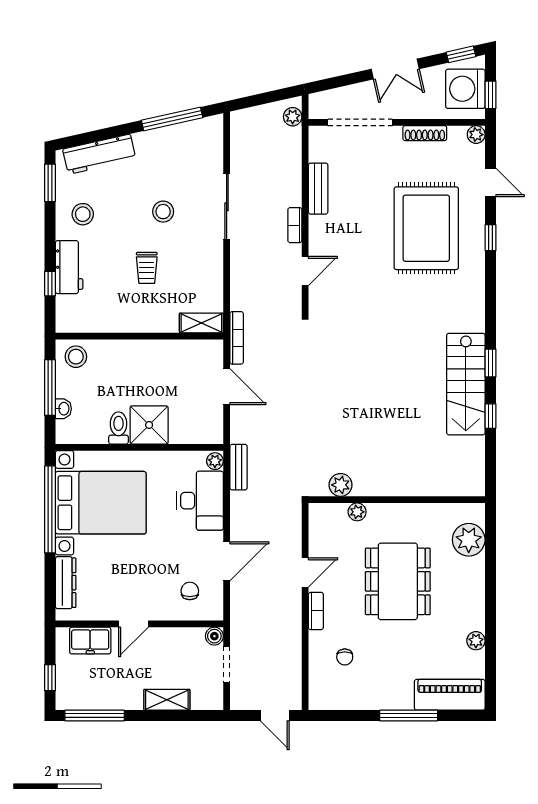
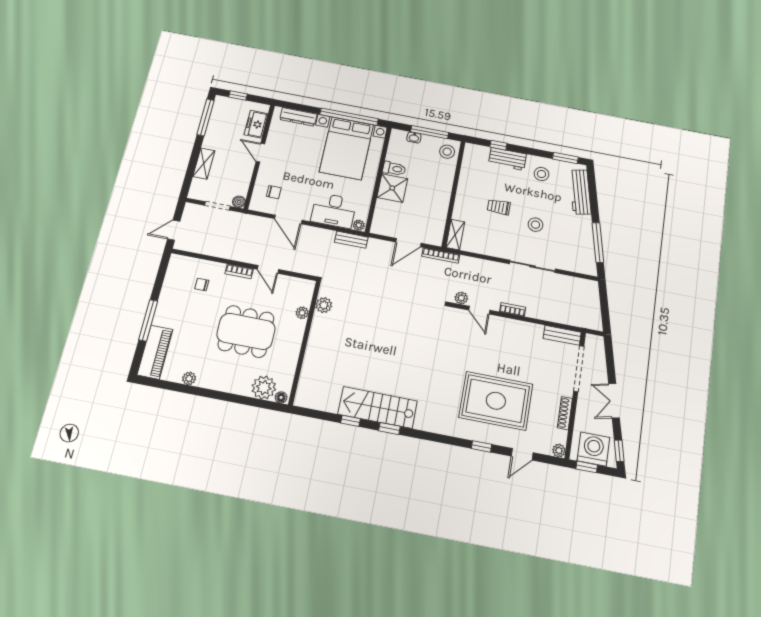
plant: (293, 117) -> (461, 298), moved
bench: (318, 189) -> (562, 335), moved
floor lamp: (477, 514) -> (281, 397), added

